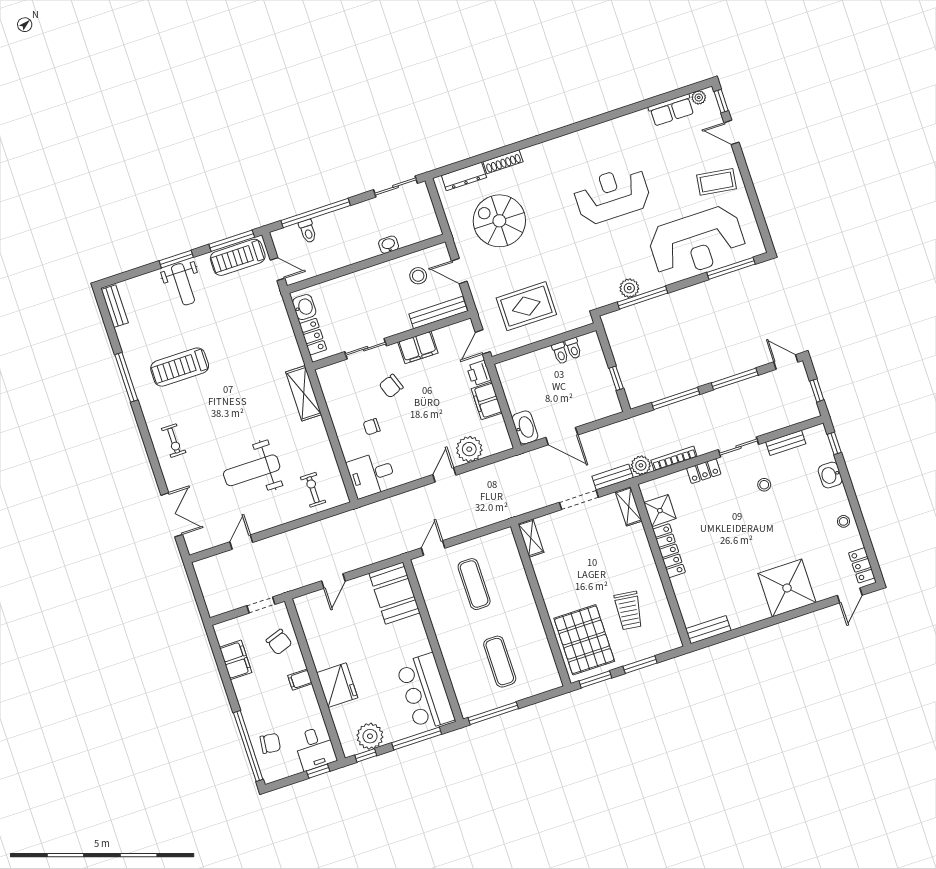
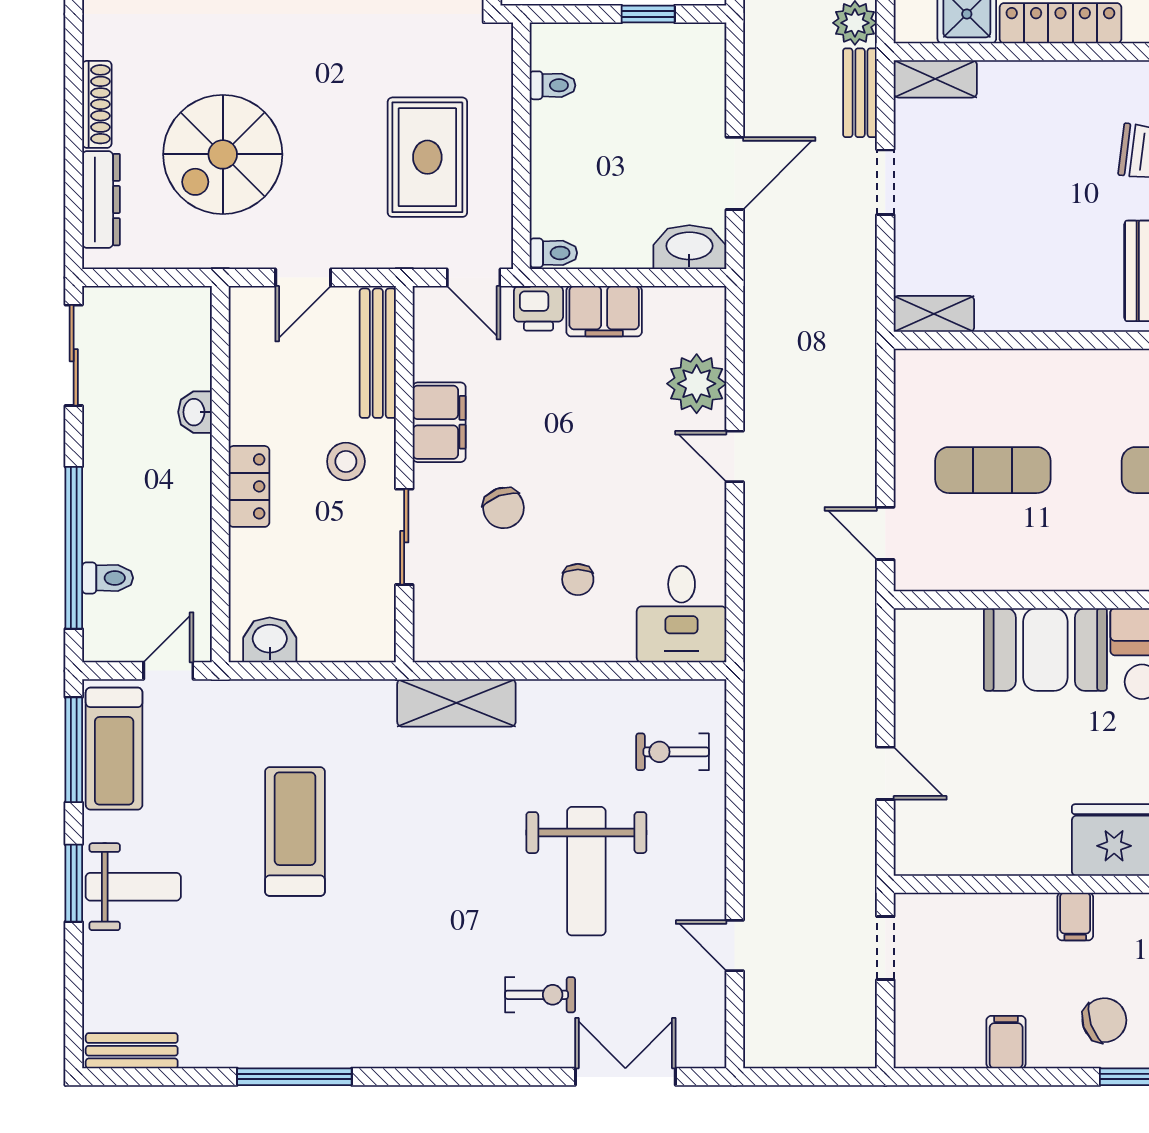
stool: (418, 276) -> (346, 461), moved
locker: (313, 337) -> (249, 486), moved, turned 90
toilet: (560, 353) -> (553, 253), moved
treadmill: (180, 367) -> (295, 832), moved, turned 180
exercise bike: (174, 441) -> (540, 995), moved
doorway: (579, 500) -> (885, 182), width x0.73
booth: (394, 593) -> (1045, 649), moved
chair: (279, 642) -> (1104, 1020), moved
filing cabinet: (236, 660) -> (1006, 1042), width x0.50

